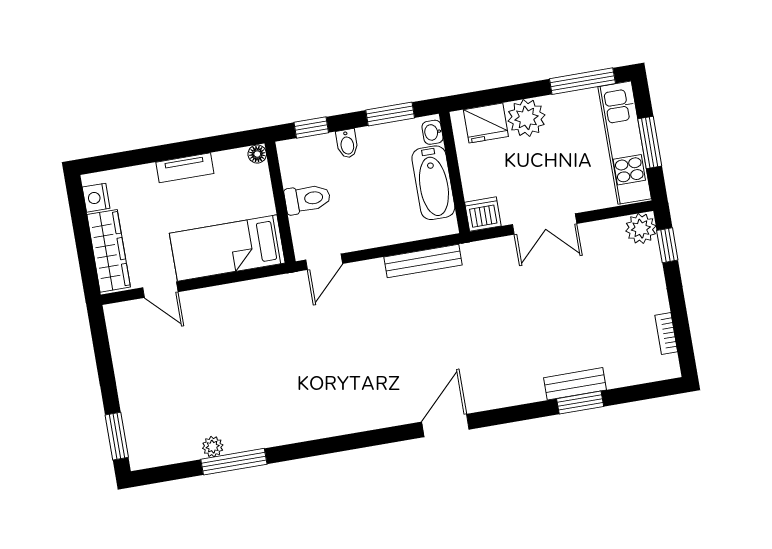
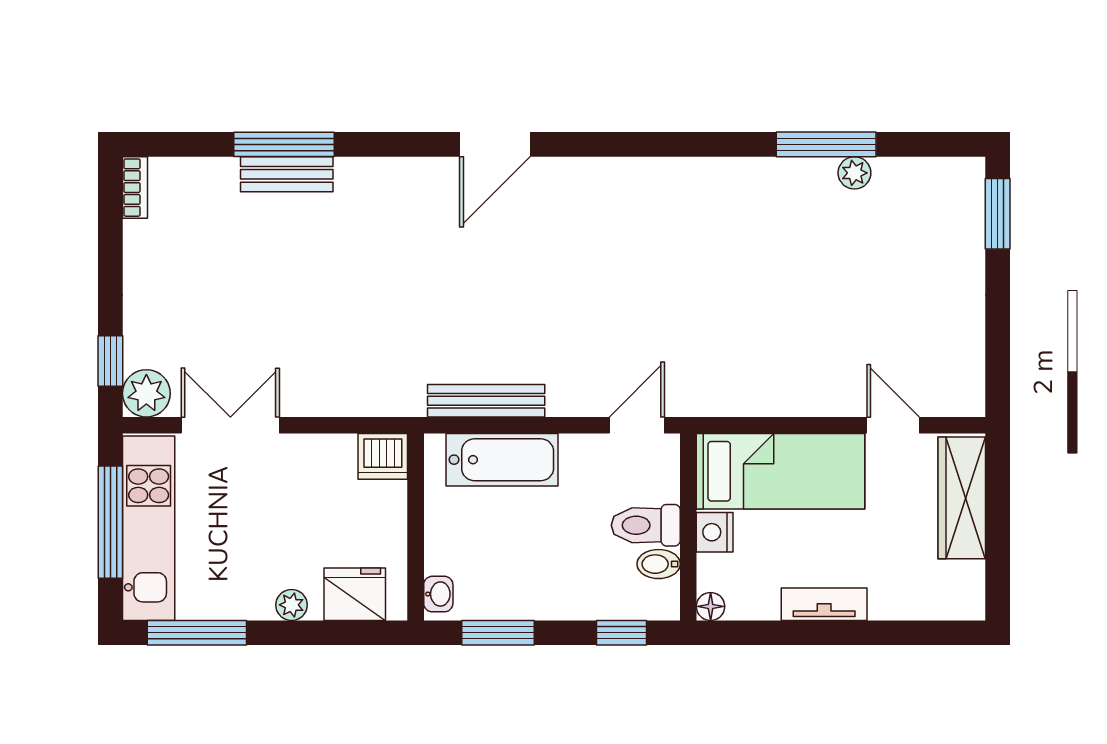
plant: (526, 118) -> (292, 605), width x0.53, depth x0.53
window: (650, 142) -> (110, 522), width x1.44
bidet: (347, 144) -> (659, 564), moved, turned -90
bathtub: (433, 183) -> (502, 460), moved, turned 90
nightstand: (96, 198) -> (715, 532), moved, turned 180
double door: (545, 224) -> (230, 425), moved
bookcase: (666, 334) -> (135, 188), moved
window: (580, 403) -> (284, 144), width x1.44

